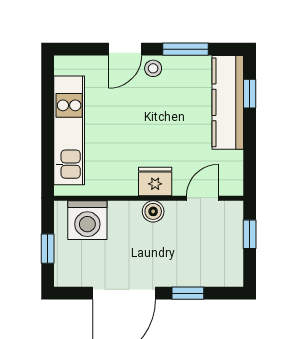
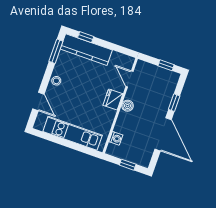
door: (125, 49) -> (38, 101), moved
window: (186, 49) -> (56, 51), moved
washing machine: (87, 220) -> (116, 138), width x0.53, depth x0.53
window: (250, 234) -> (166, 65), moved

